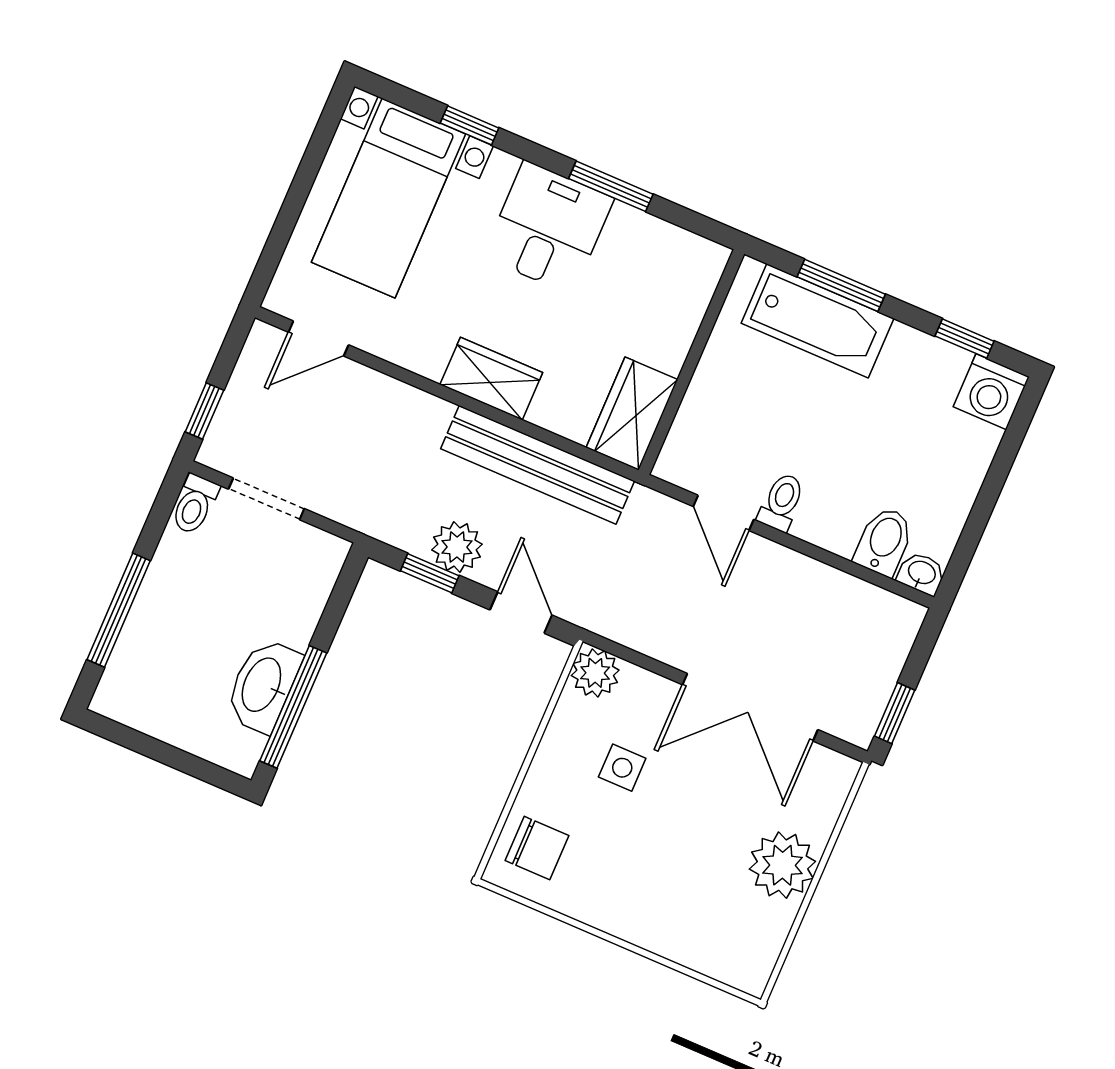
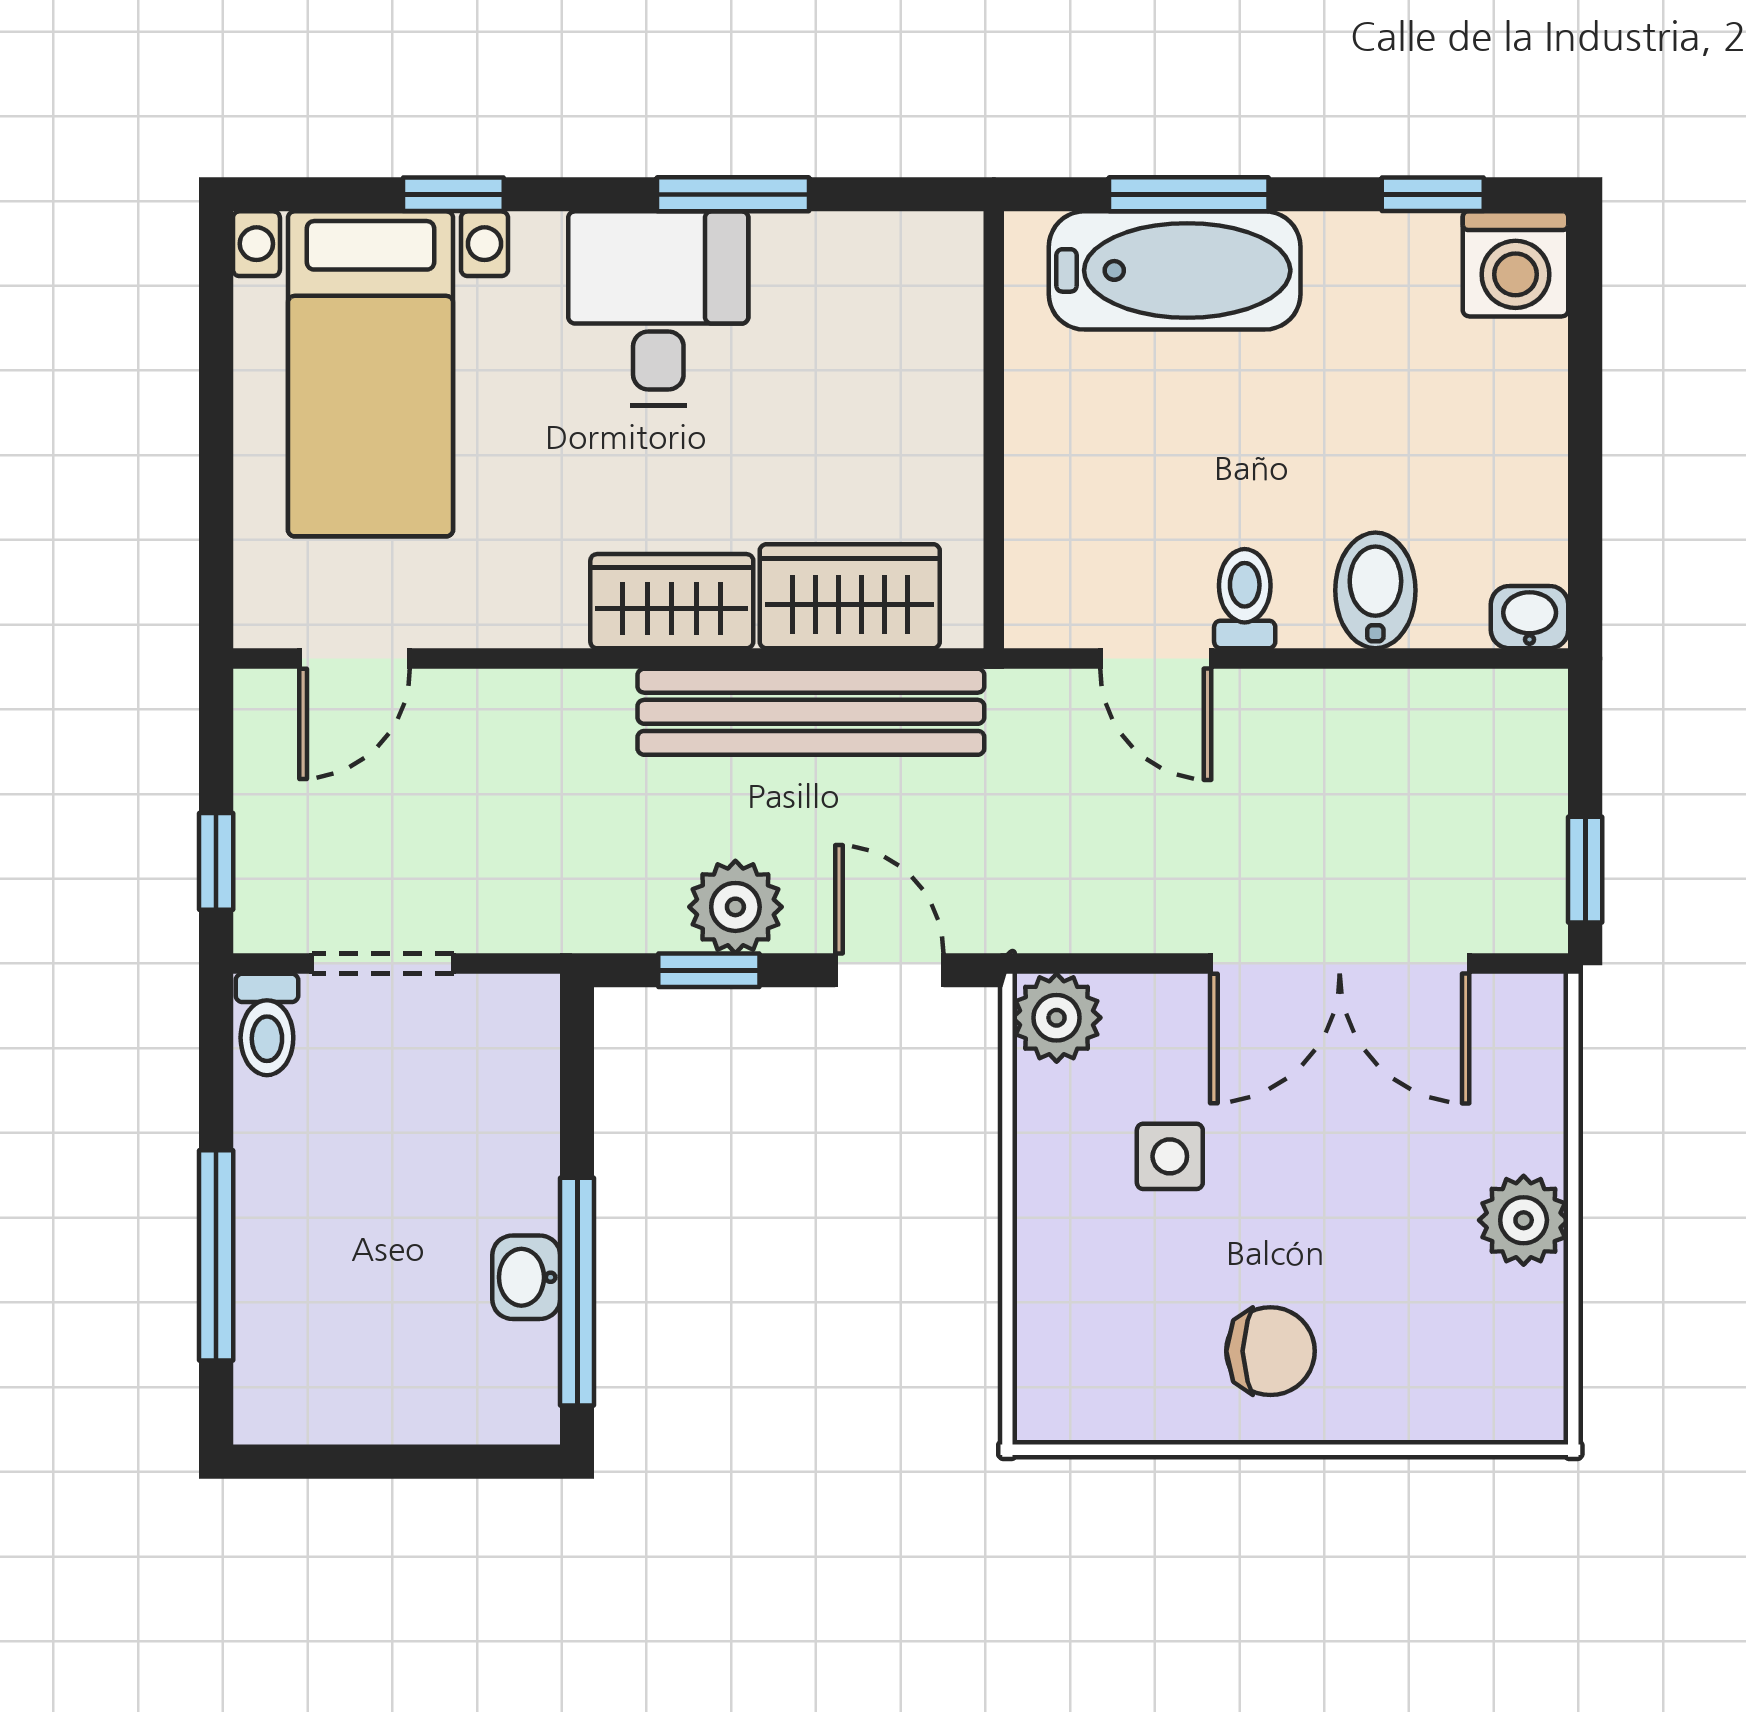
wardrobe: (632, 414) -> (850, 596), moved, turned 90
bidet: (884, 541) -> (1375, 590), moved
washbasin: (263, 685) -> (526, 1277), width x0.52, depth x0.69
chair: (537, 848) -> (1270, 1351), moved
plant: (782, 865) -> (1524, 1220), width x0.73, depth x0.73

